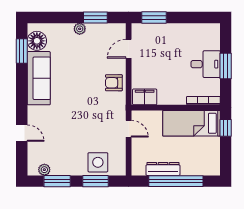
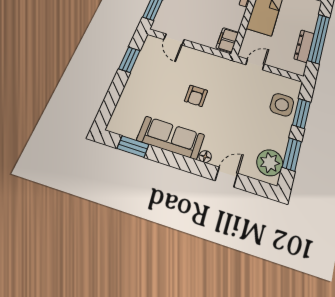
plant: (80, 29) -> (134, 78), removed
floor lamp: (37, 41) -> (205, 157), moved, width x0.53, depth x0.53
armchair: (114, 83) -> (196, 96), moved
plant: (44, 170) -> (270, 163), width x1.87, depth x1.87

